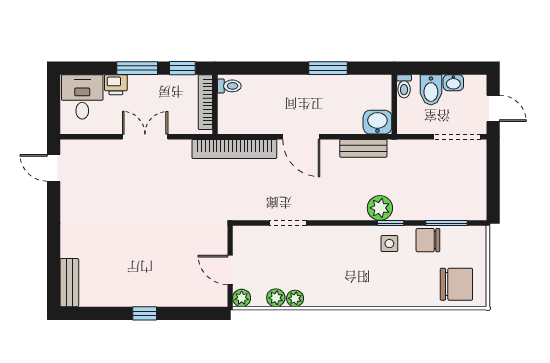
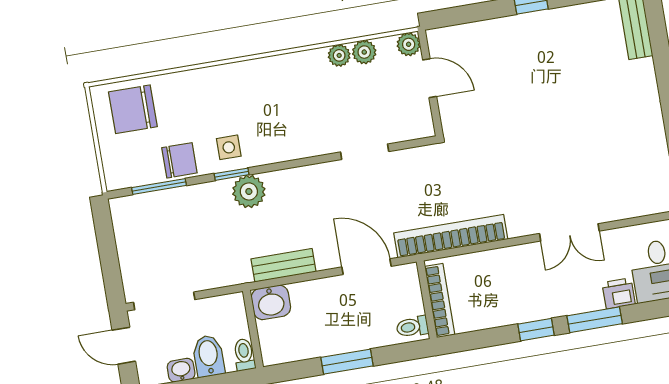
toilet: (229, 86) -> (412, 327), moved
bookcase: (205, 102) -> (440, 301), moved
wall: (215, 104) -> (427, 300), moved

